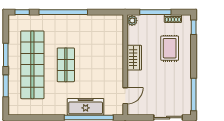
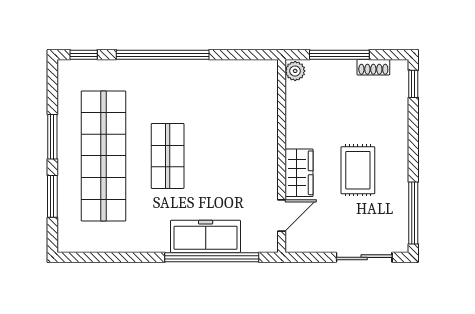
rug: (170, 48) -> (358, 170), moved
wardrobe: (134, 58) -> (299, 173), moved

